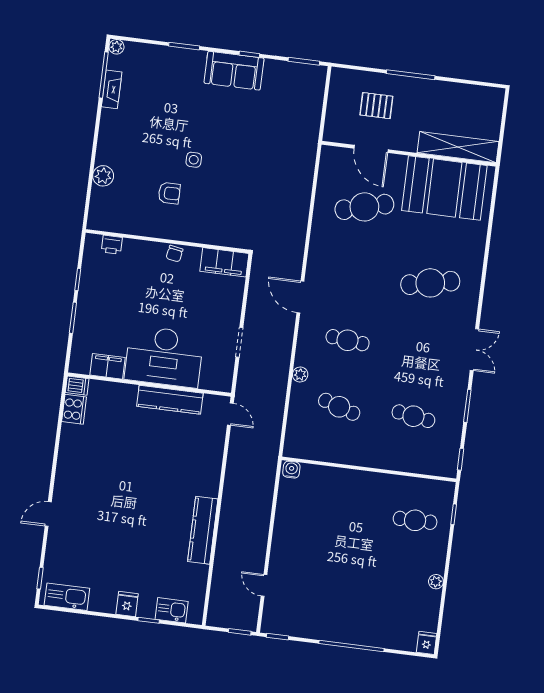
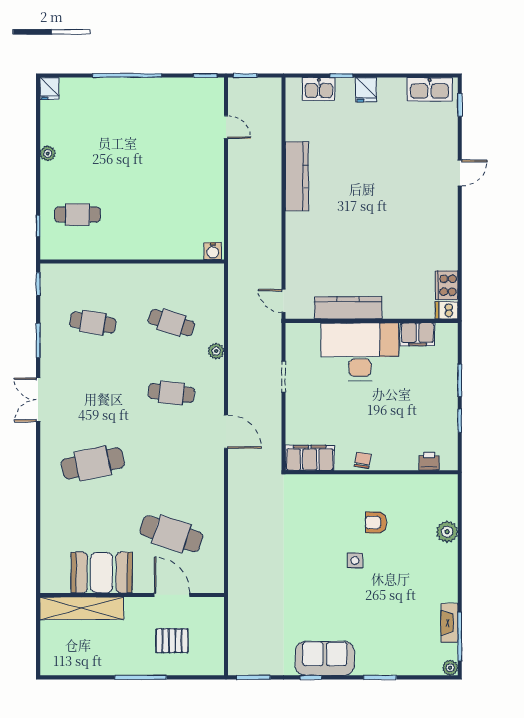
booth: (444, 188) -> (102, 573), width x0.73, depth x0.70
cafe table: (364, 207) -> (171, 534), turned 33

